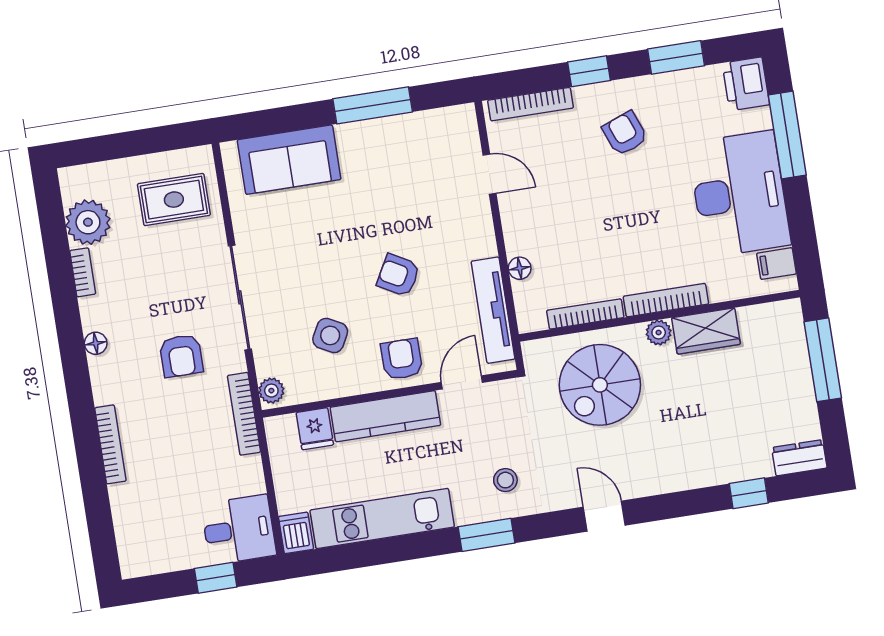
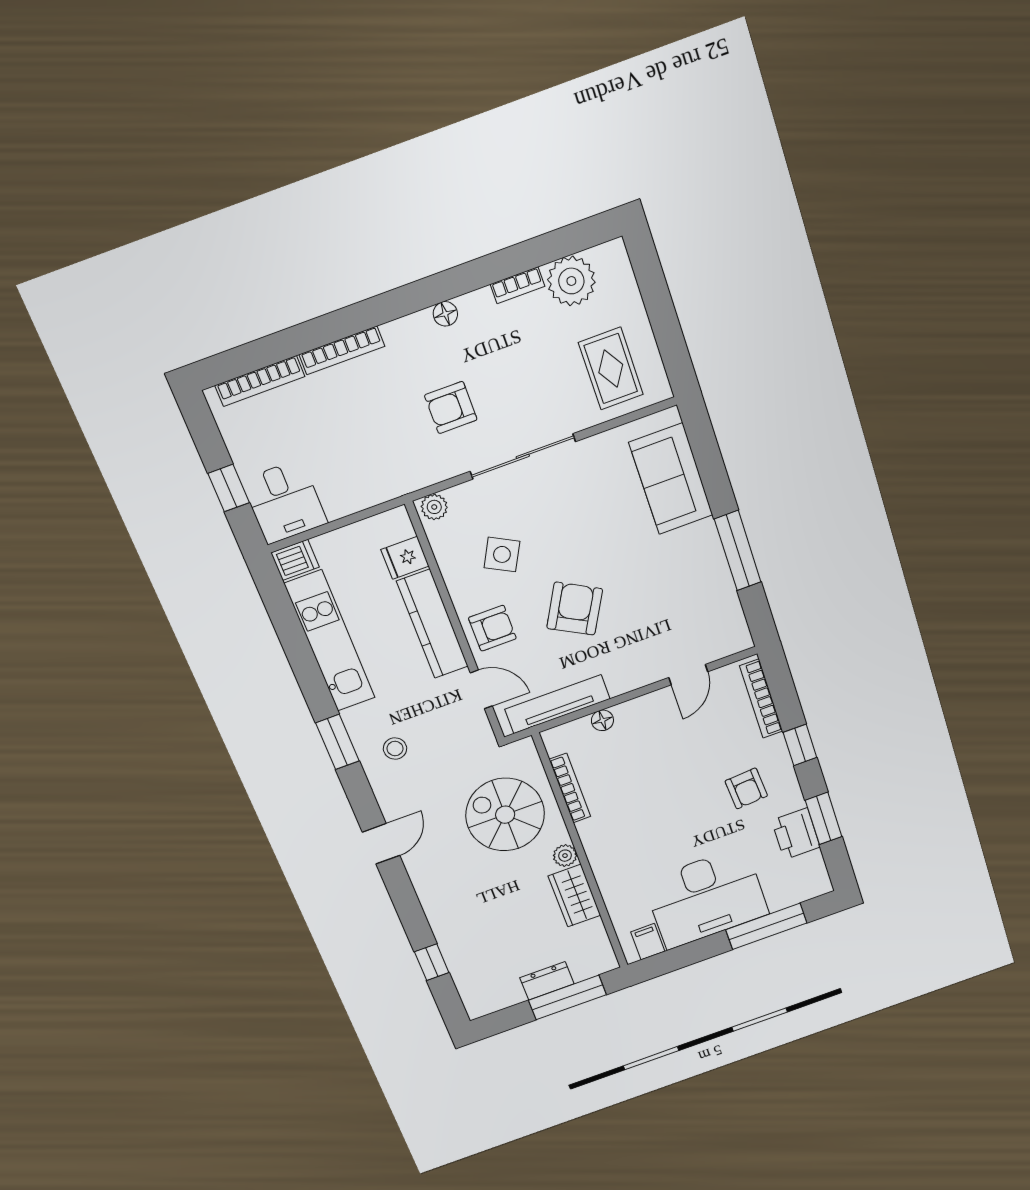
printer: (746, 84) -> (796, 834), moved, turned -90
armchair: (625, 133) -> (746, 788), turned 107
armchair: (398, 275) -> (575, 609), width x1.38, depth x1.38
bookcase: (666, 300) -> (597, 856), removed
bookcase: (244, 414) -> (260, 381), moved, turned 180
dresser: (799, 458) -> (547, 981), moved, turned -90

